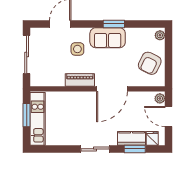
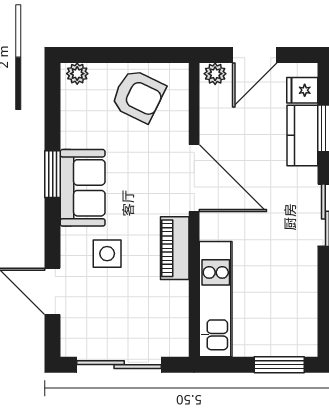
window: (27, 115) -> (279, 365), moved
kitchen unit: (38, 119) -> (216, 299), moved, turned 90

